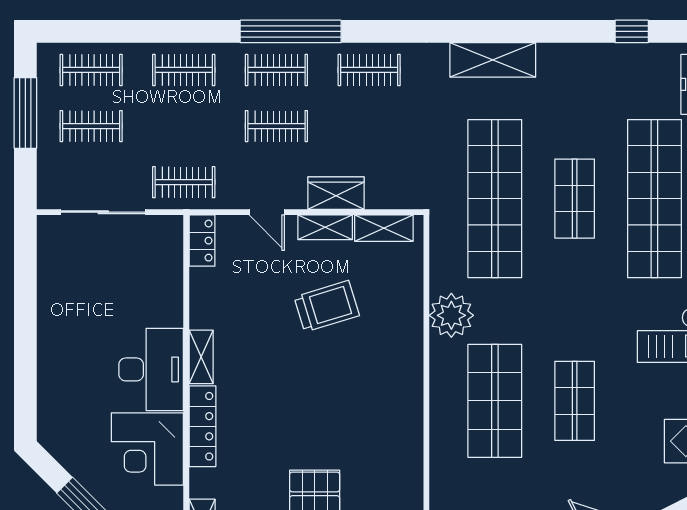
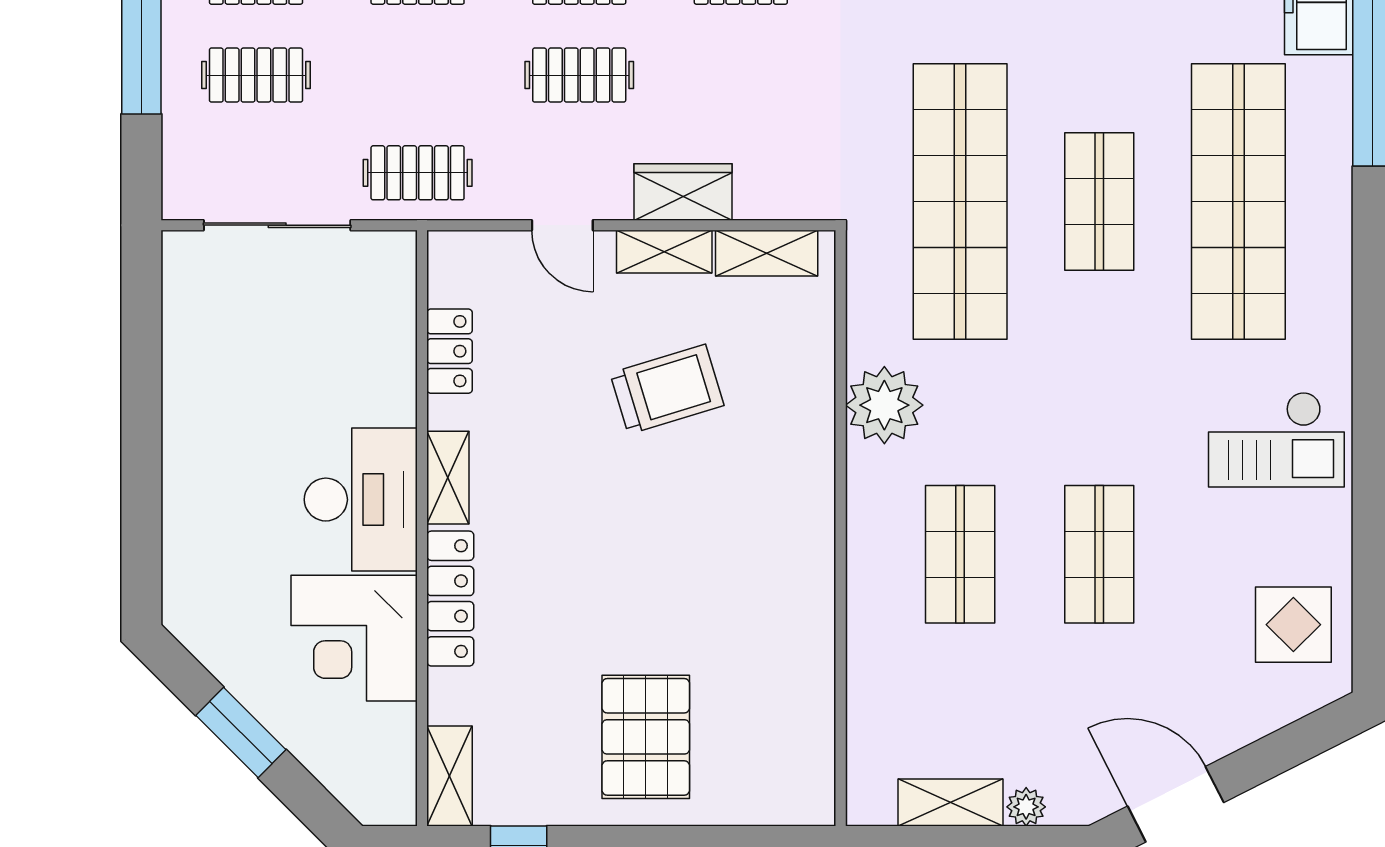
locker: (202, 241) -> (450, 351), moved
shop shelf: (495, 401) -> (960, 554), width x0.70, depth x0.74

